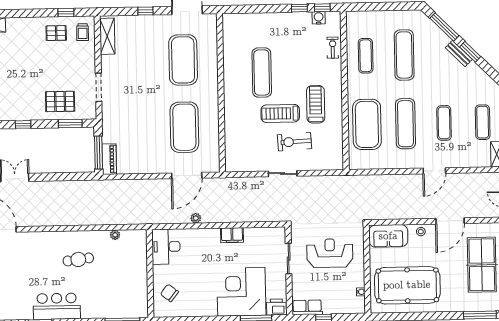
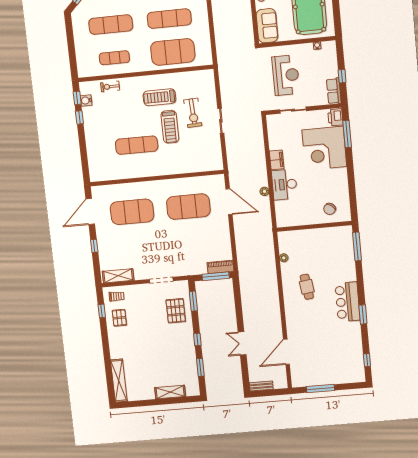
desk: (166, 247) -> (284, 185), moved, turned 90
reception desk: (330, 253) -> (286, 75), turned 180

